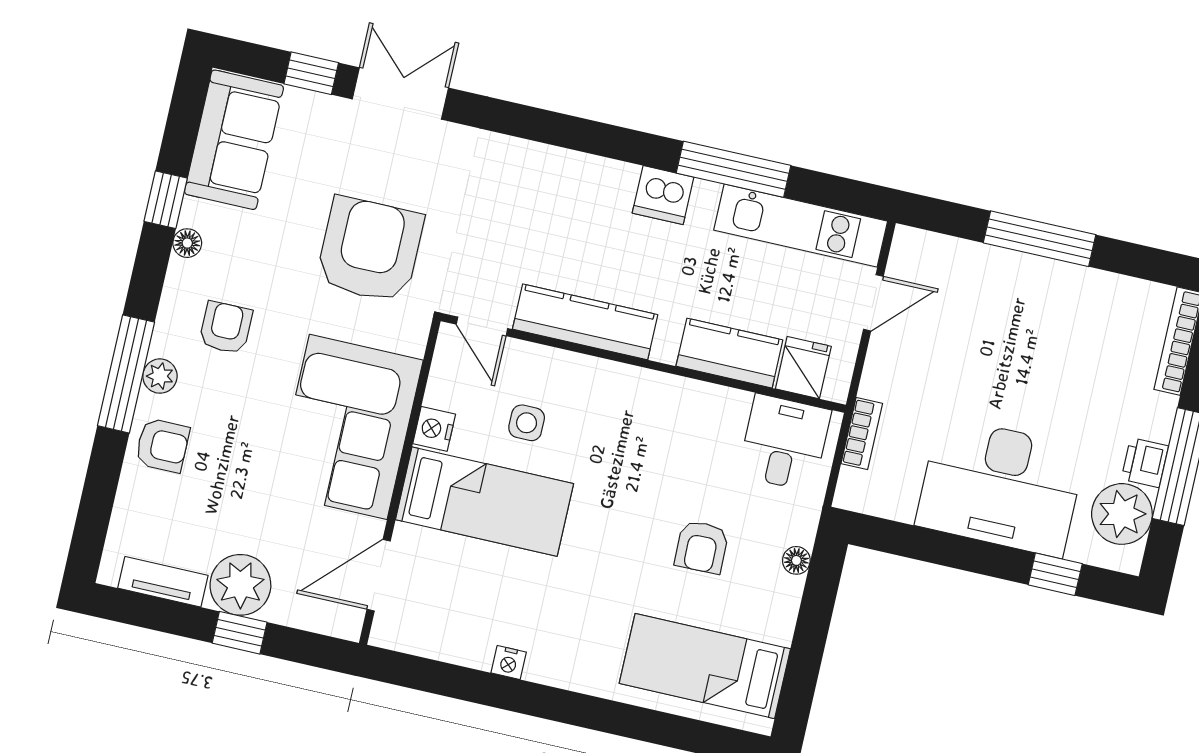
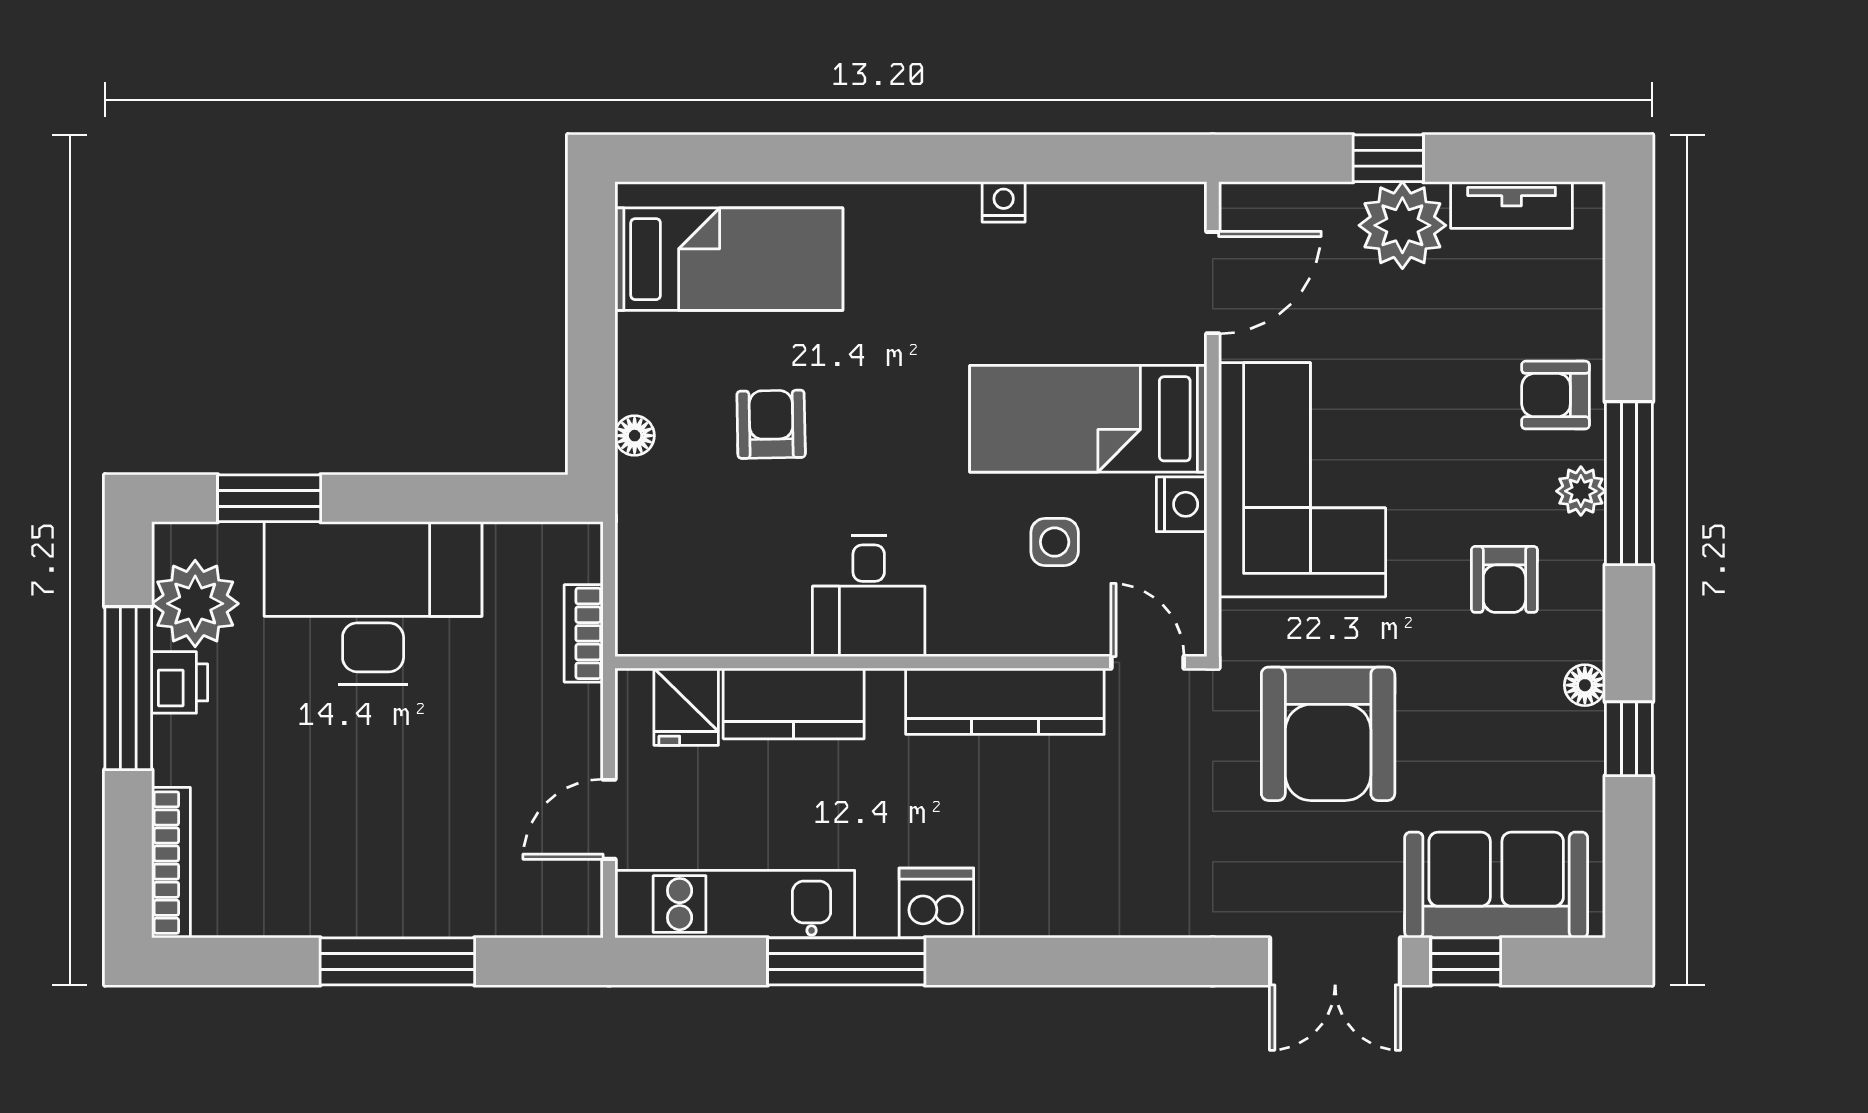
sofa: (234, 140) -> (1496, 885), moved, turned 90
desk: (784, 443) -> (869, 596), moved
window: (1055, 574) -> (269, 498), width x1.50

